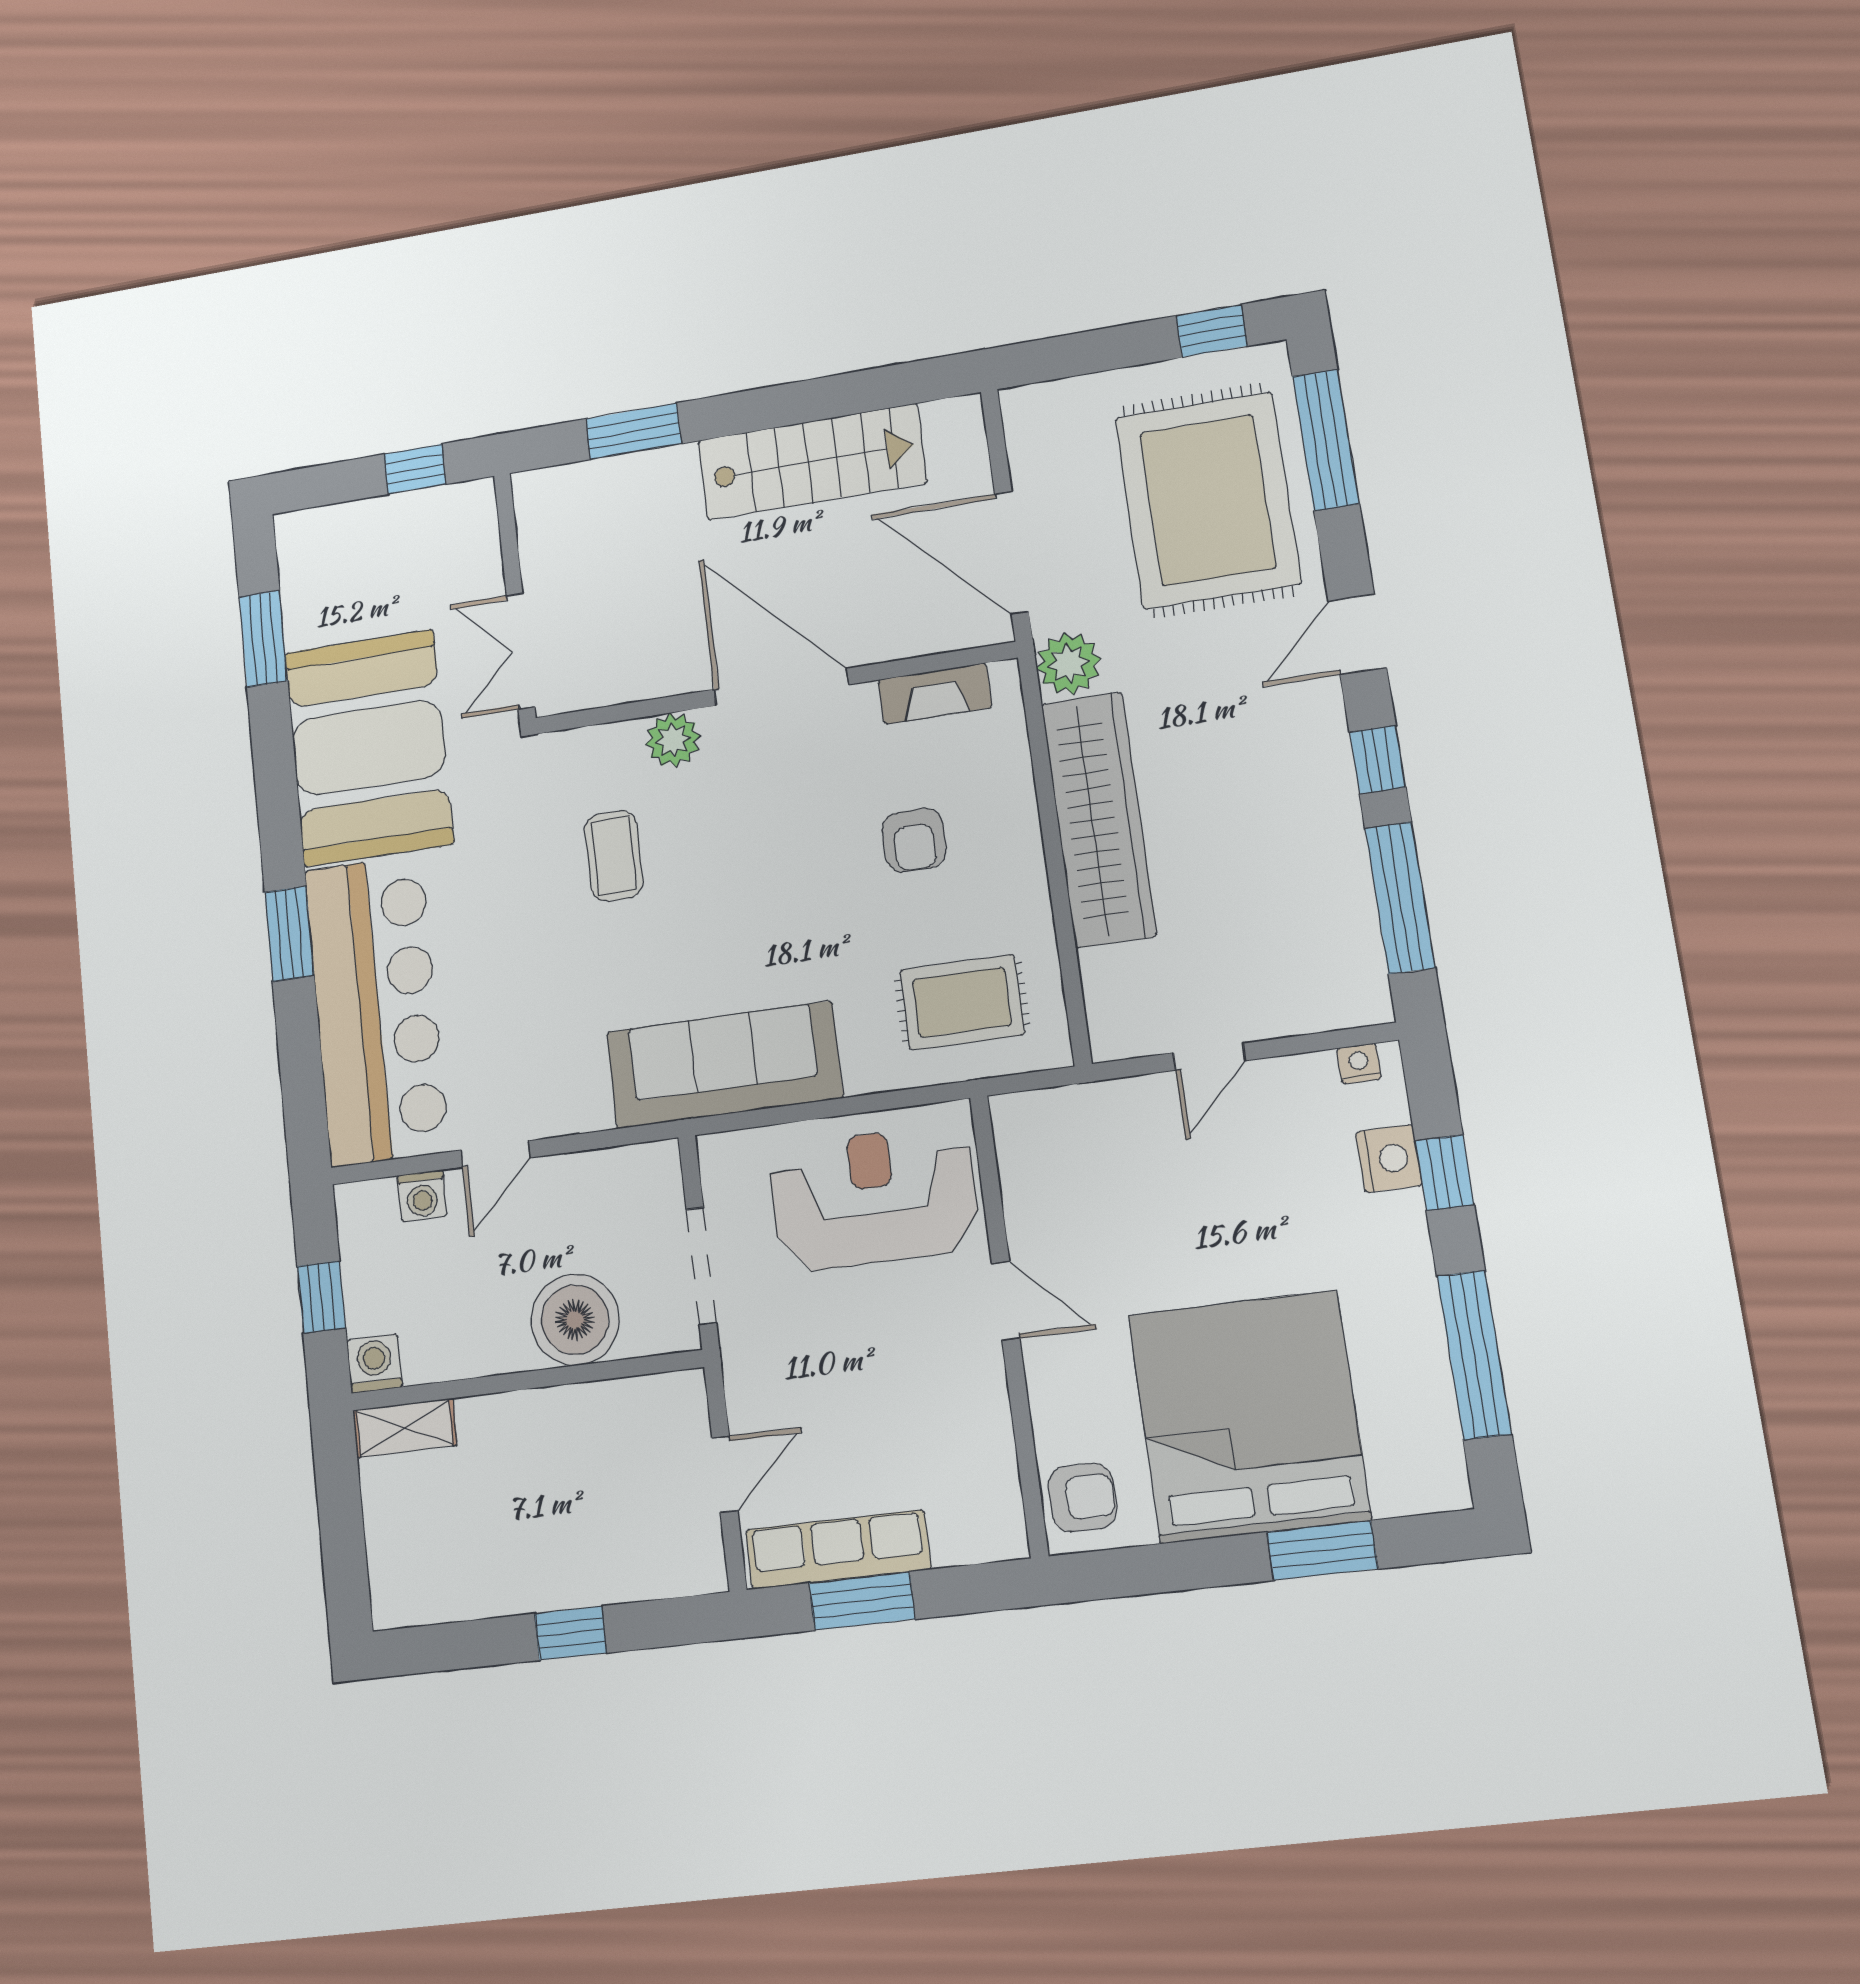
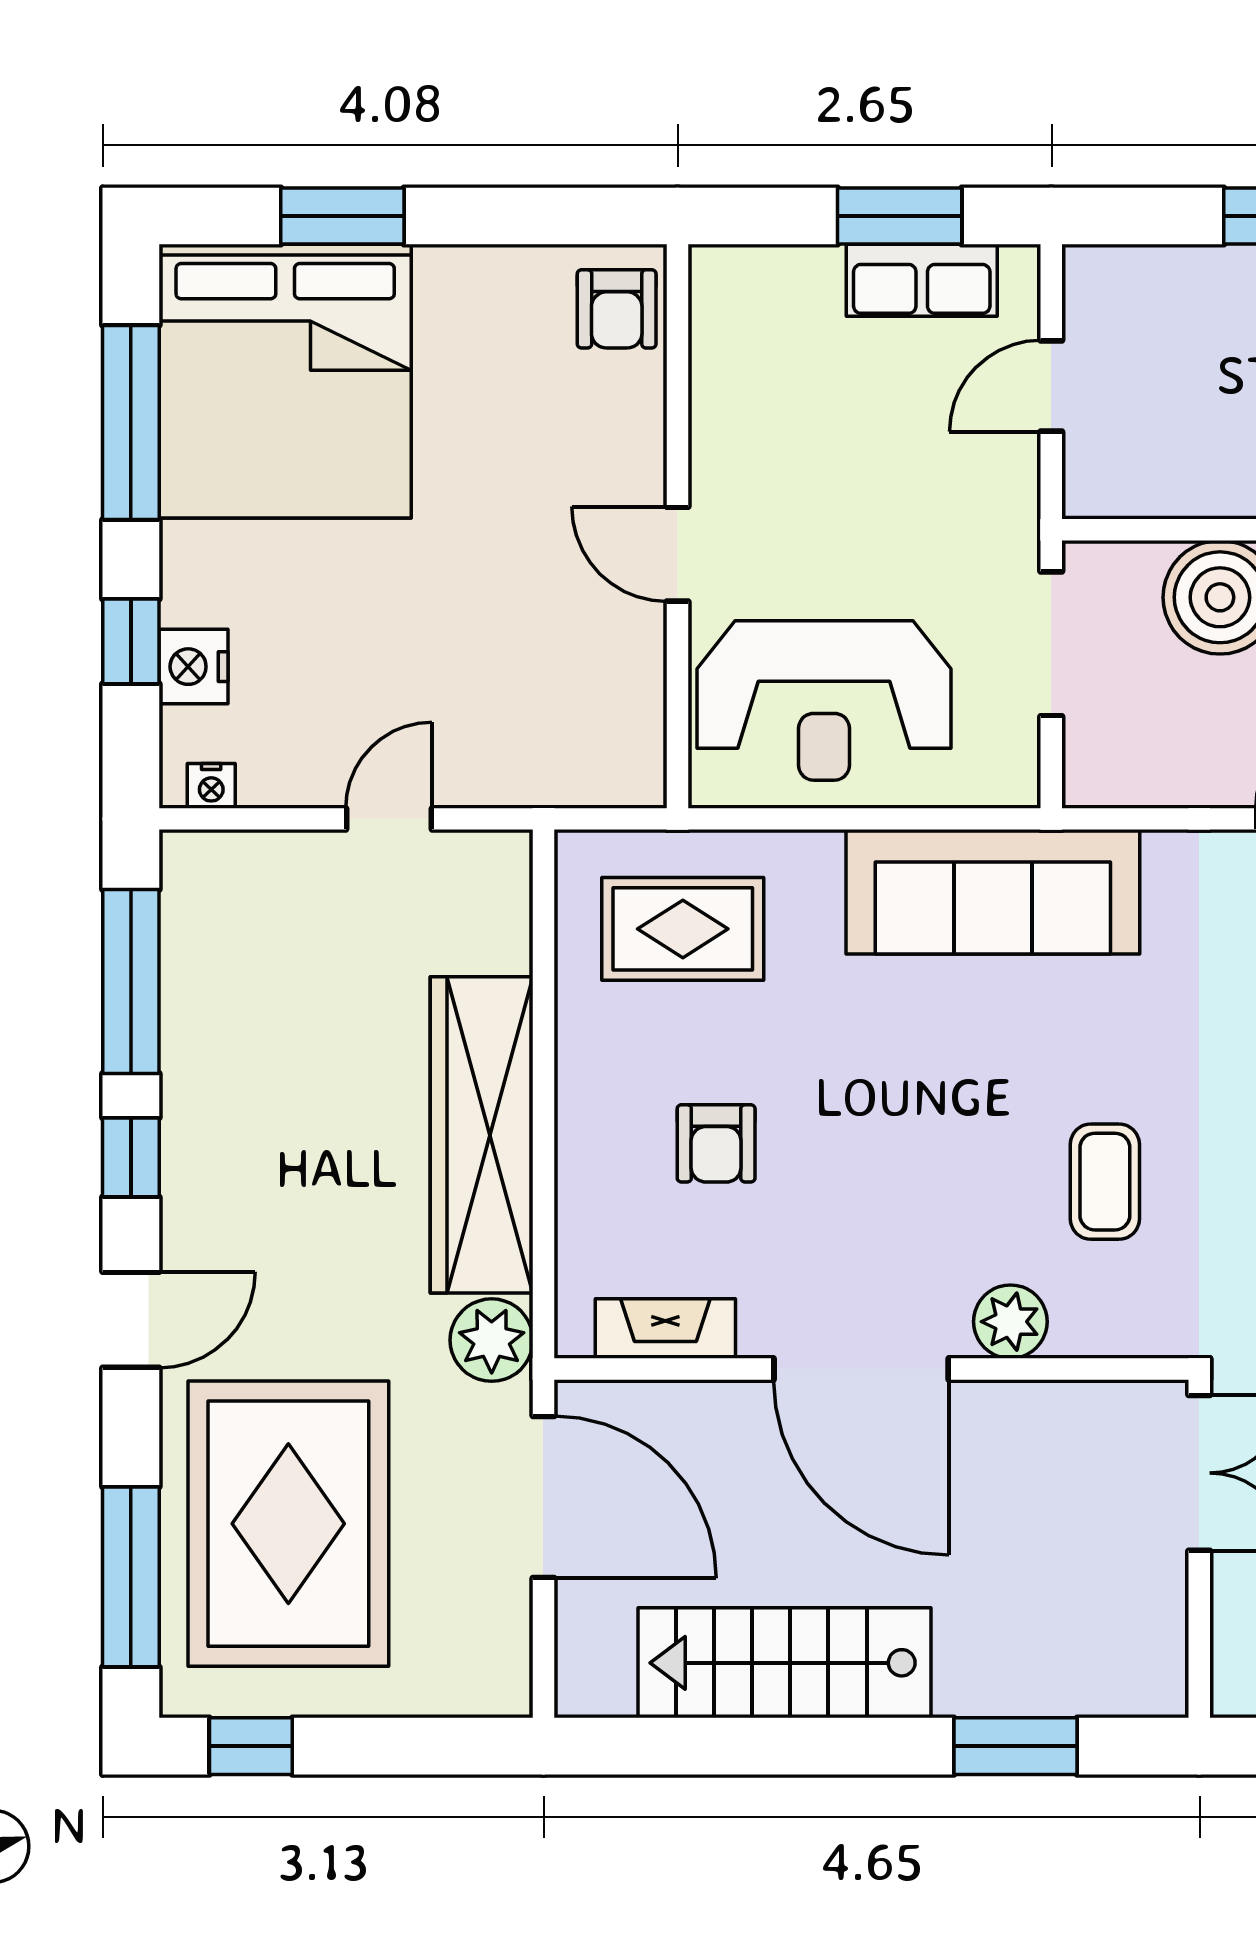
armchair: (914, 840) -> (716, 1143), turned 180
bed: (1249, 1417) -> (285, 381), moved
armchair: (1082, 1497) -> (617, 309), turned -90
row of seats: (838, 1549) -> (922, 280), width x0.68

